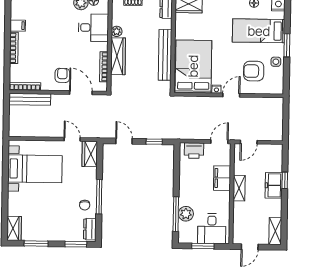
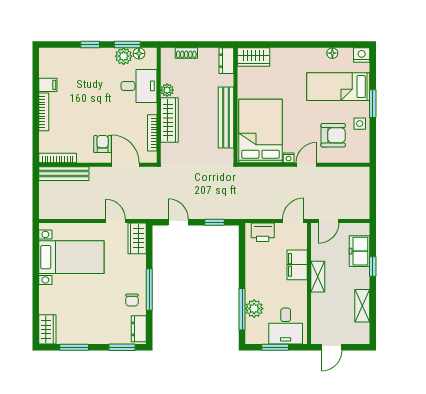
armchair: (254, 71) -> (333, 135), turned 180
freezer: (274, 185) -> (360, 251), moved
shelving: (275, 231) -> (362, 306), moved

